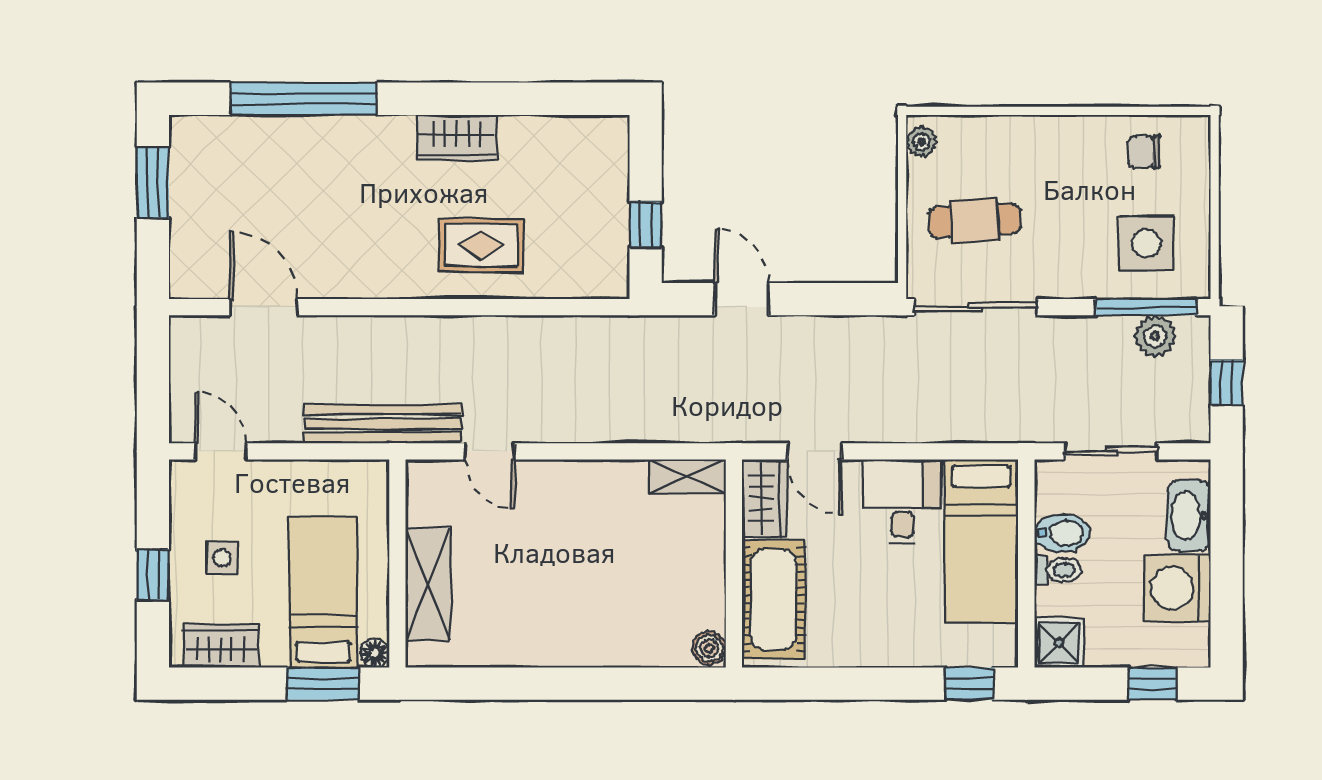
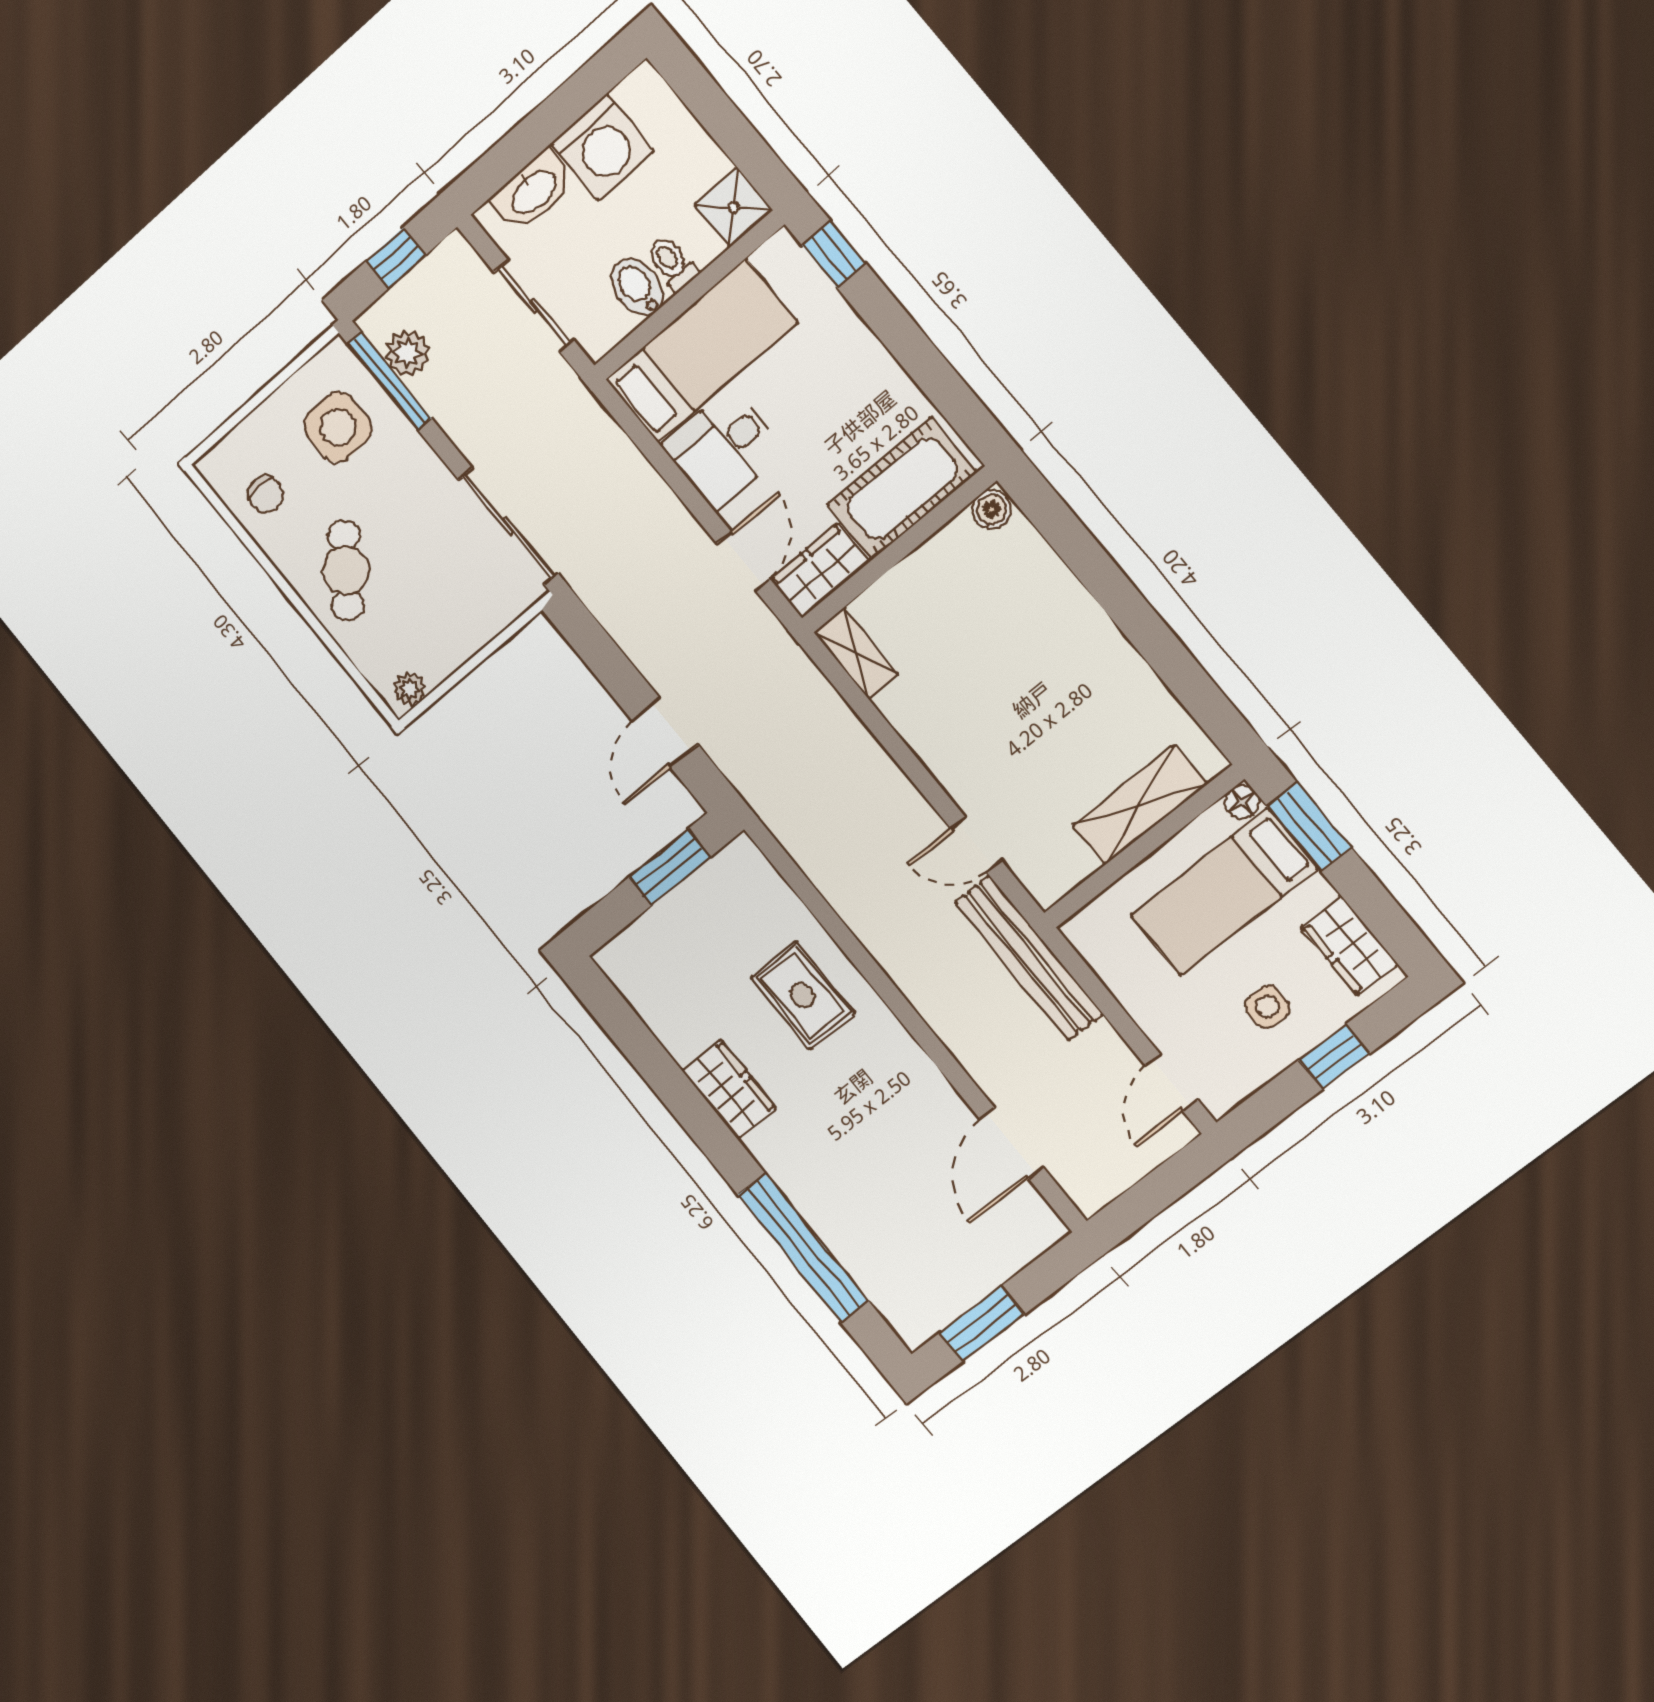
cafe table: (974, 220) -> (346, 570), moved, turned 40
window: (646, 225) -> (670, 867), width x1.50
door: (490, 451) -> (976, 844), swing flipped
window: (1152, 684) -> (702, 95), removed

